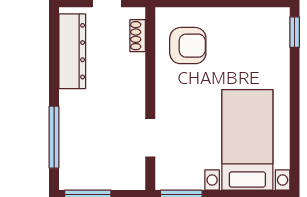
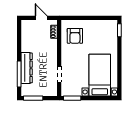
armchair: (188, 46) -> (75, 36), turned 90
dresser: (72, 51) -> (27, 68), moved

